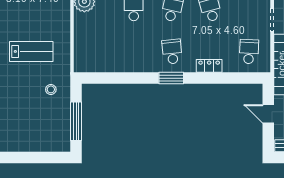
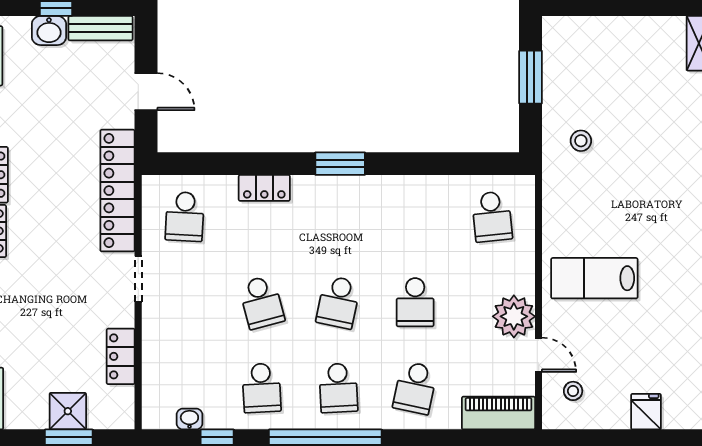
lab bench: (31, 51) -> (594, 278), moved
school desk: (172, 52) -> (492, 217), moved
window: (76, 121) -> (531, 77), width x0.69

